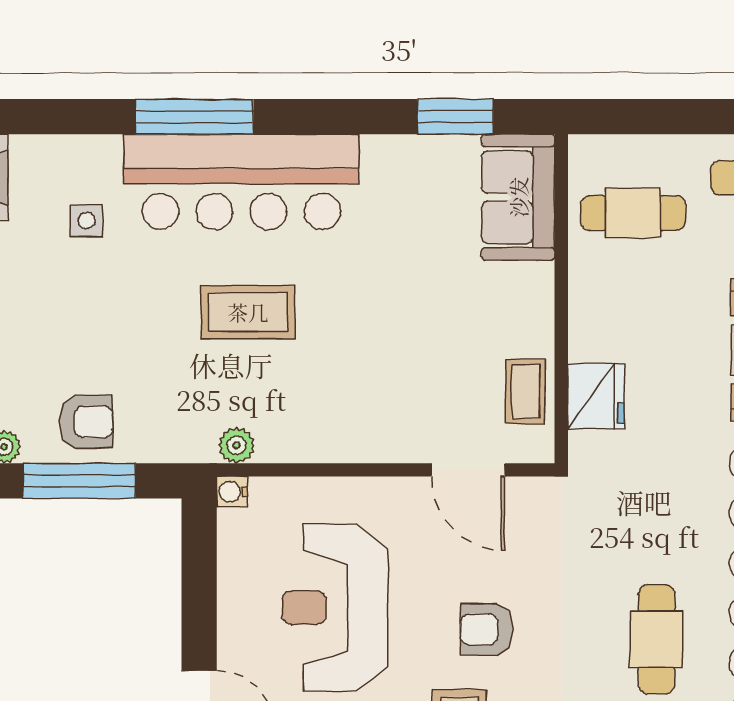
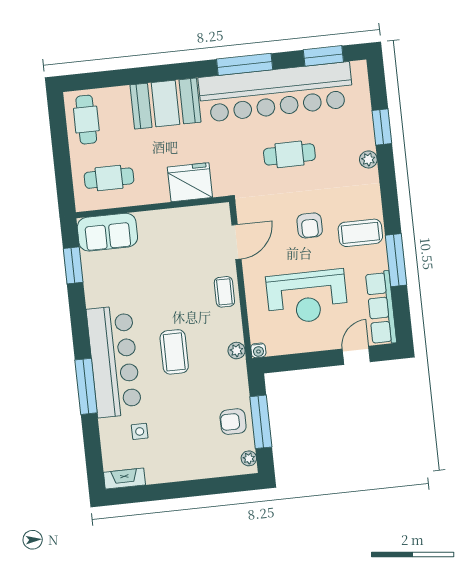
cafe table: (633, 213) -> (109, 178), turned 90
coffee table: (526, 391) -> (224, 292), moved, turned 90
fridge: (596, 396) -> (190, 182), width x1.36, depth x1.34
armchair: (86, 422) -> (233, 422), turned -90
cafe table: (657, 639) -> (289, 154), moved

